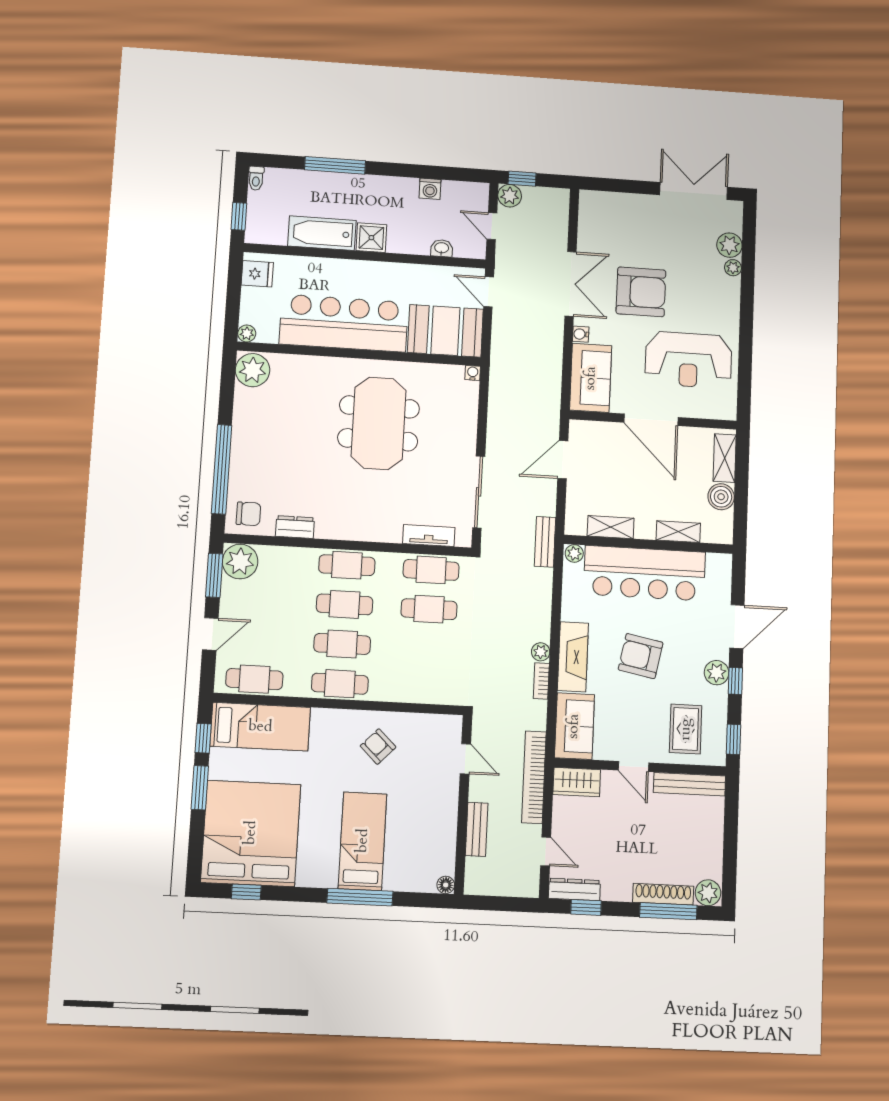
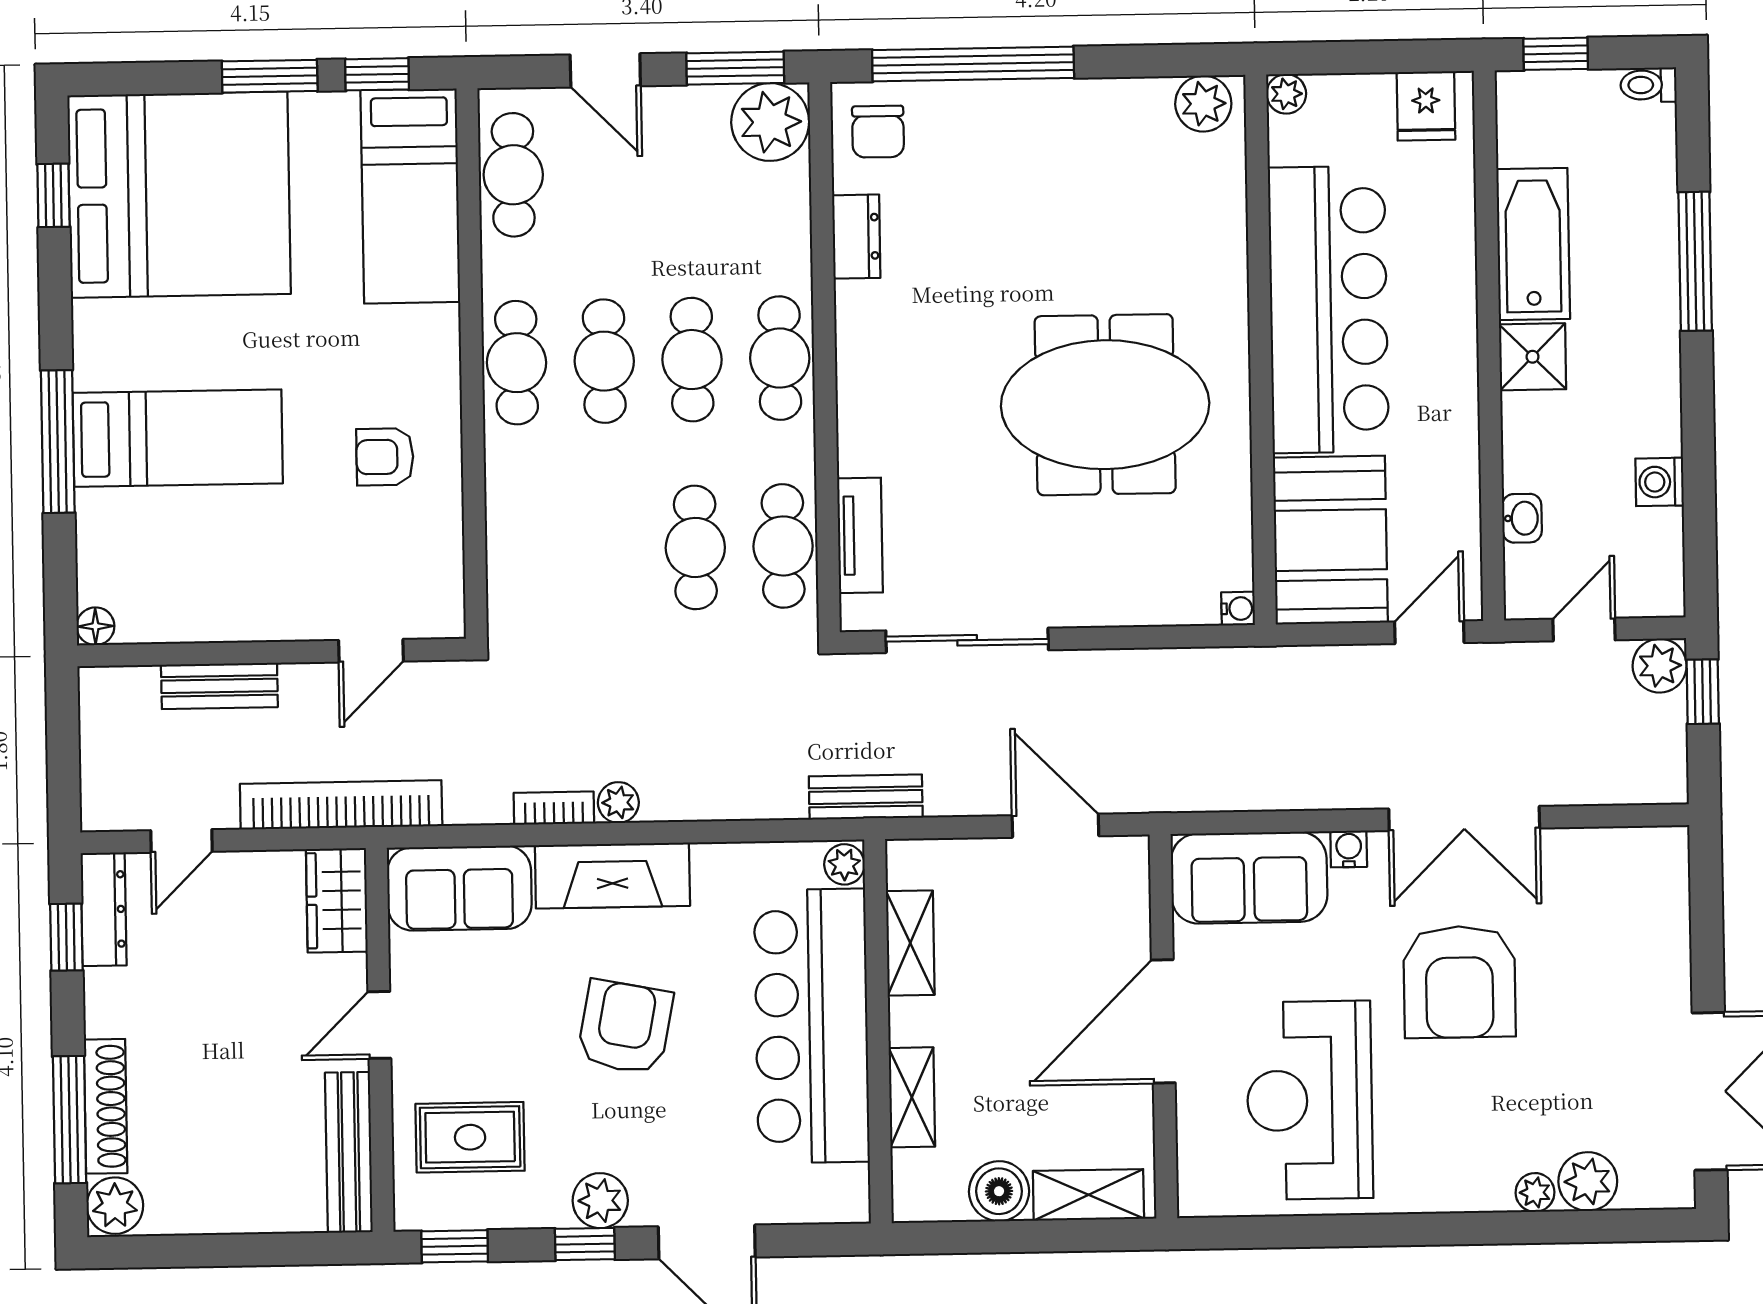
plant: (253, 370) -> (1203, 104), width x0.73, depth x0.73
armchair: (378, 747) -> (385, 457), turned -134

